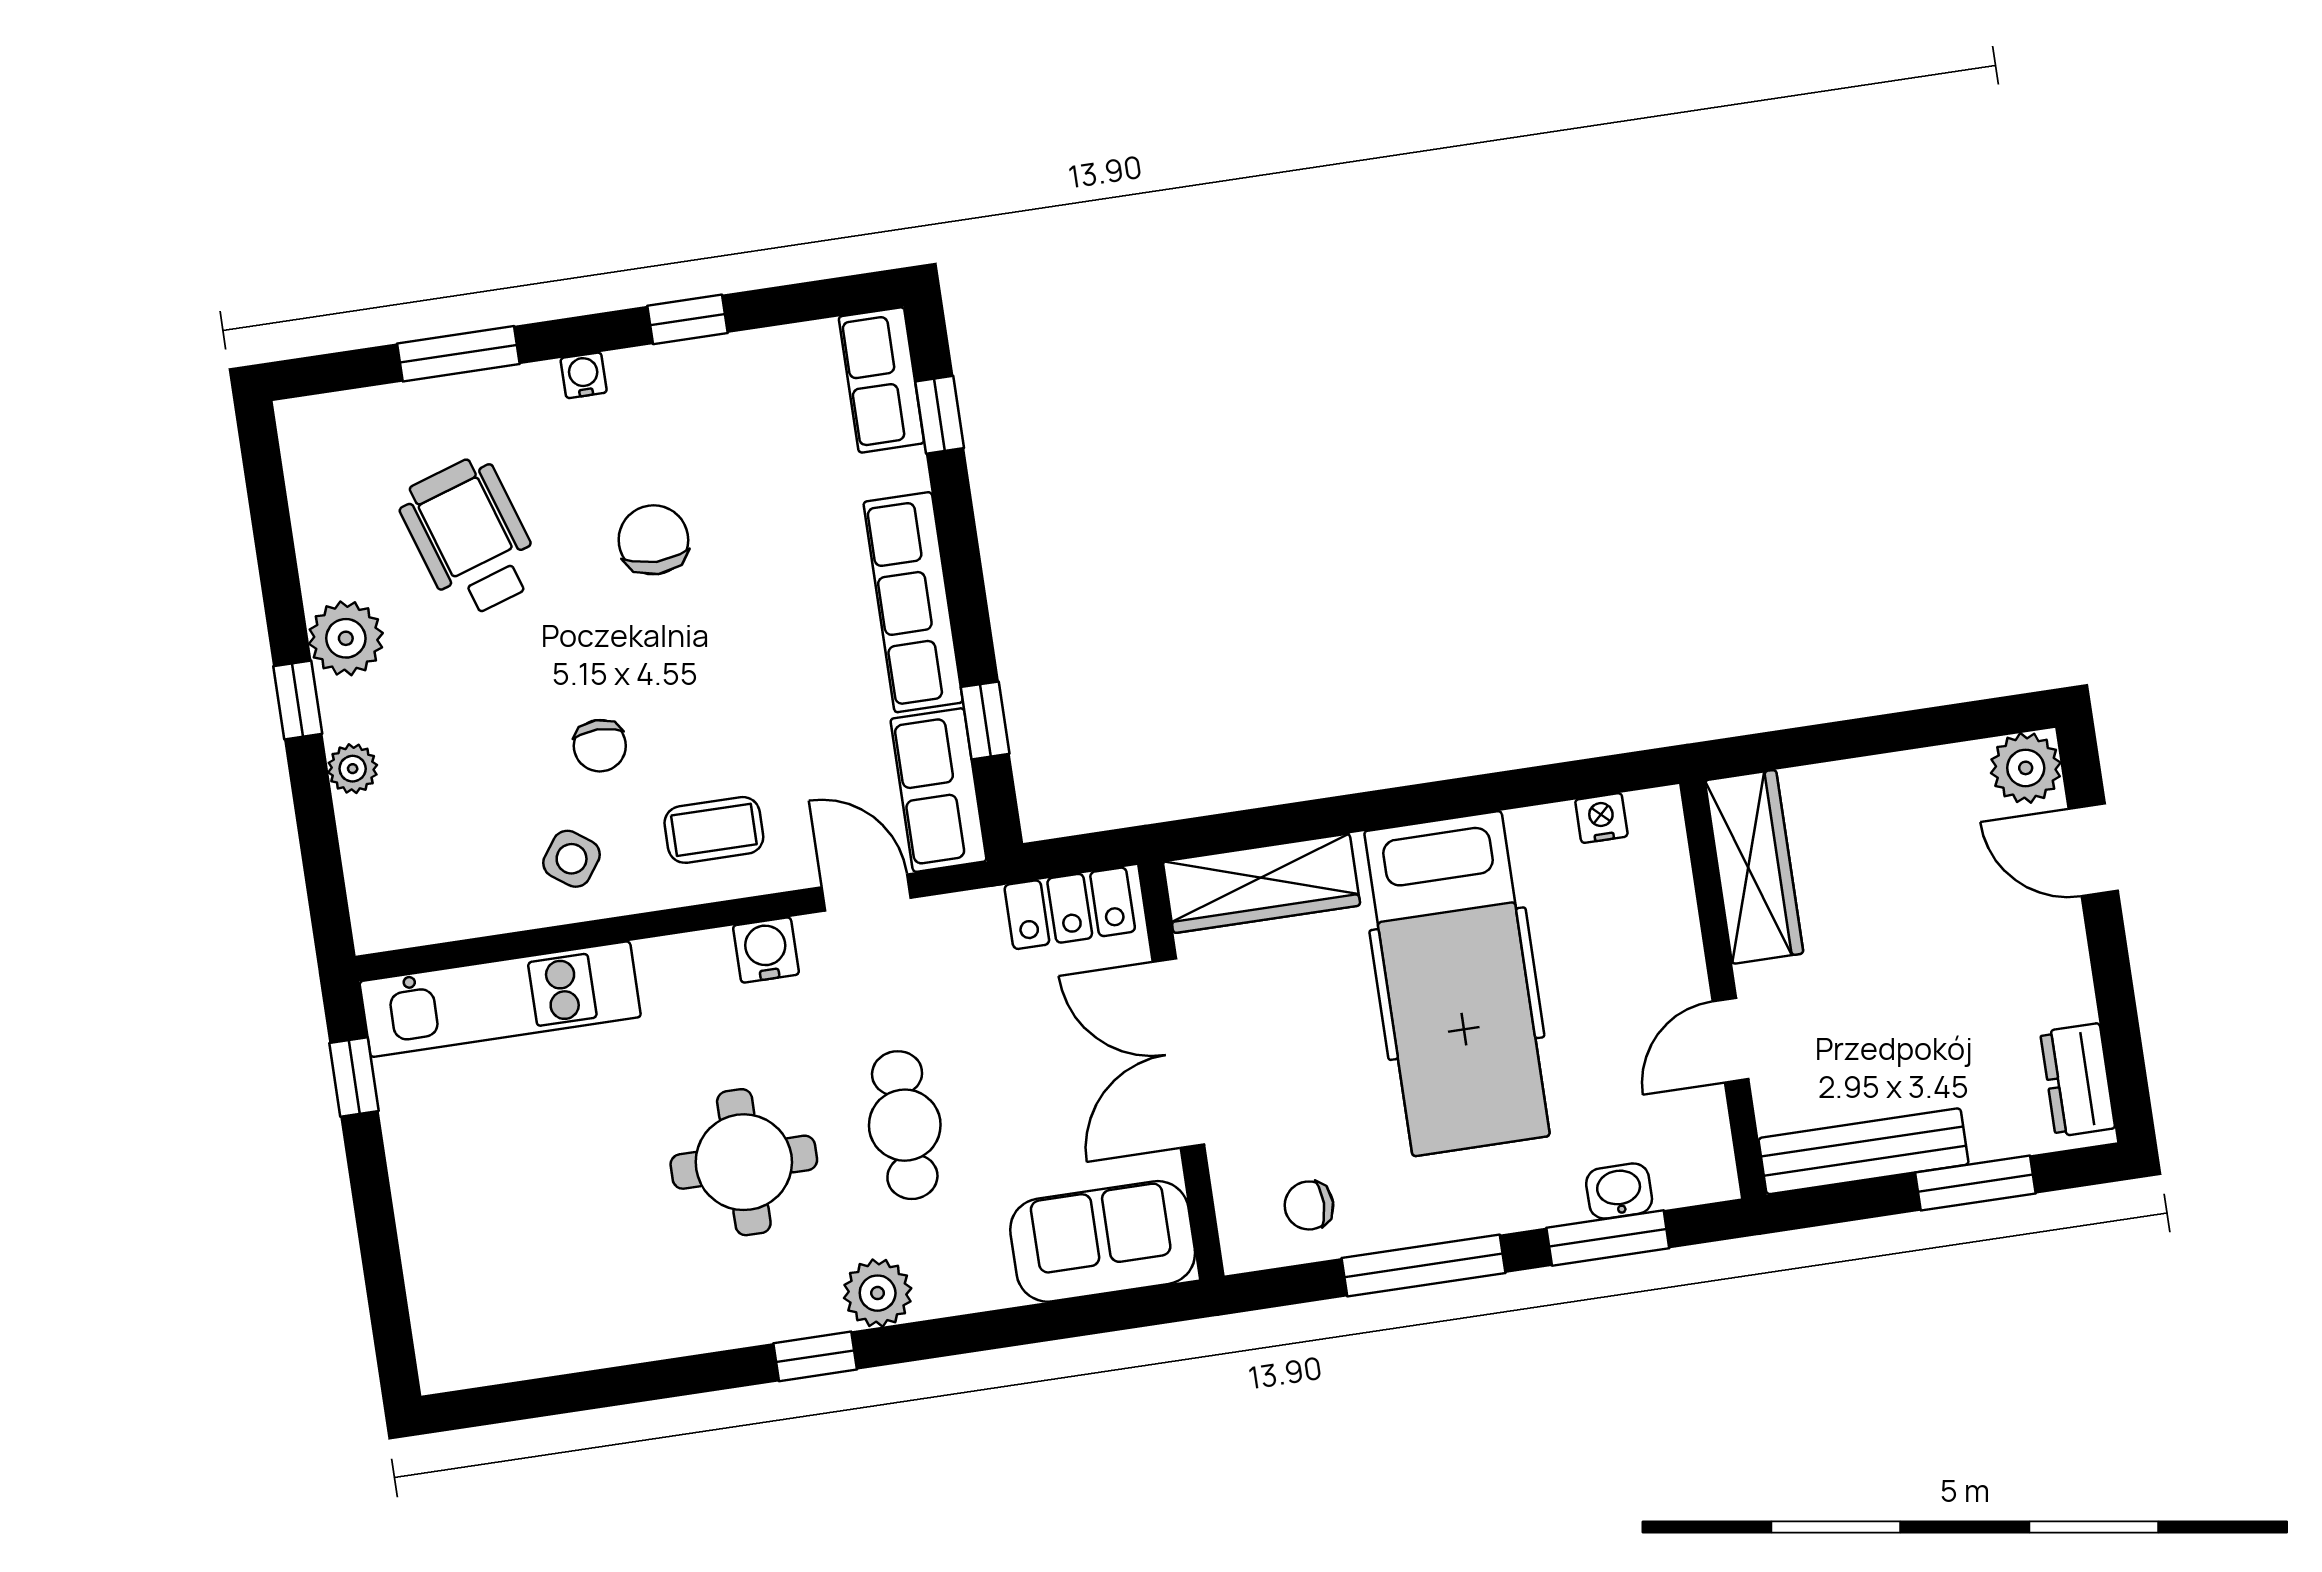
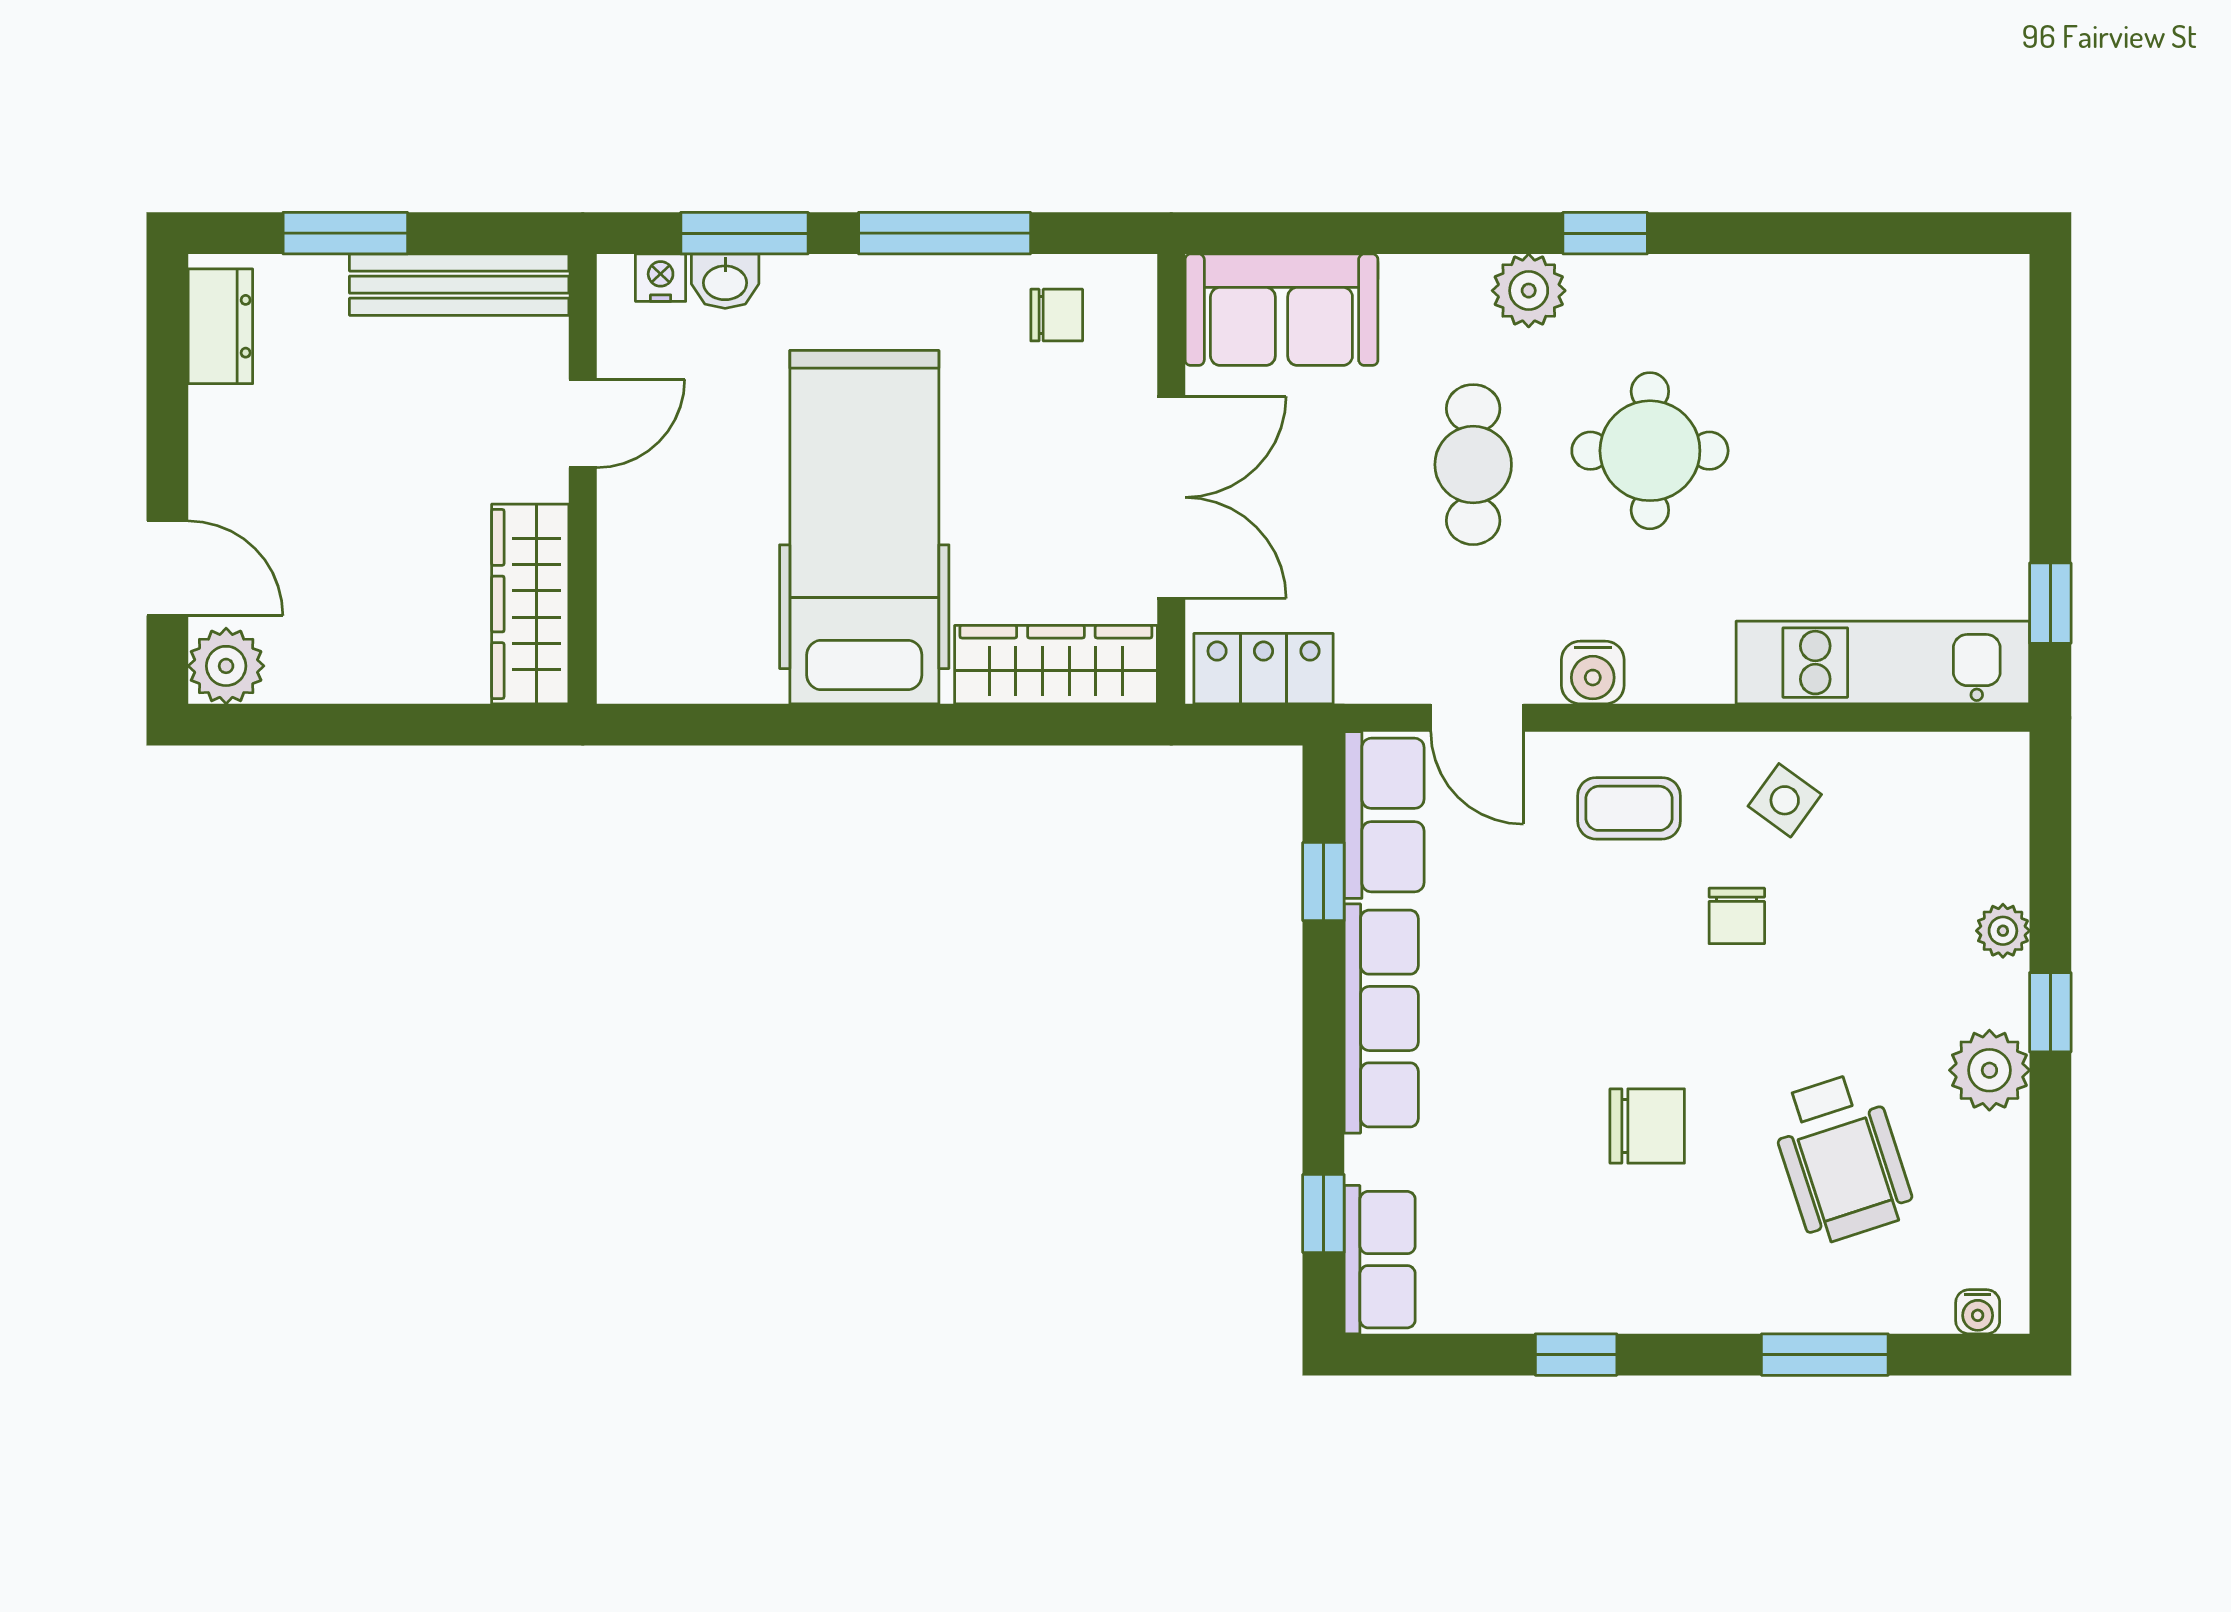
water cooler: (584, 375) -> (1978, 1312), moved
chair: (653, 540) -> (1647, 1126), turned -90
chair: (600, 746) -> (1737, 916), turned 180
nightstand: (1601, 818) -> (661, 278), moved, turned 180

